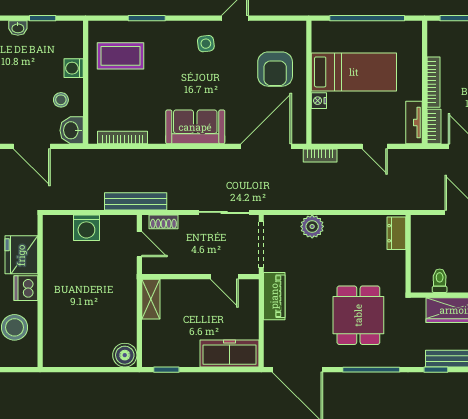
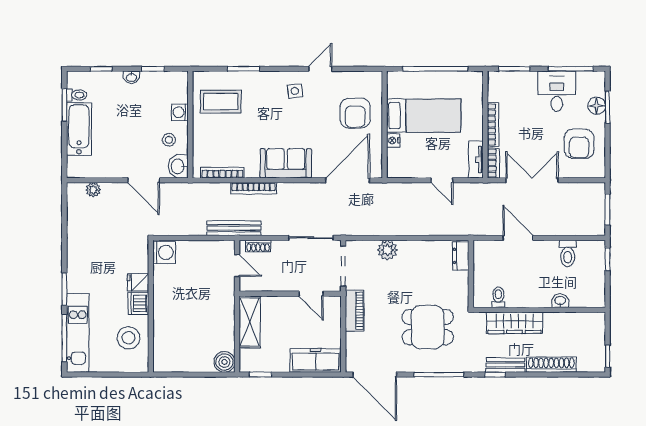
bookcase: (320, 156) -> (254, 188), moved, width x1.56
washing machine: (86, 228) -> (164, 252), moved, turned -90
fridge: (21, 255) -> (138, 282), width x0.53, depth x0.75
shelving: (151, 299) -> (250, 322), width x1.50, depth x1.33
dining table: (358, 315) -> (428, 327), turned 90

